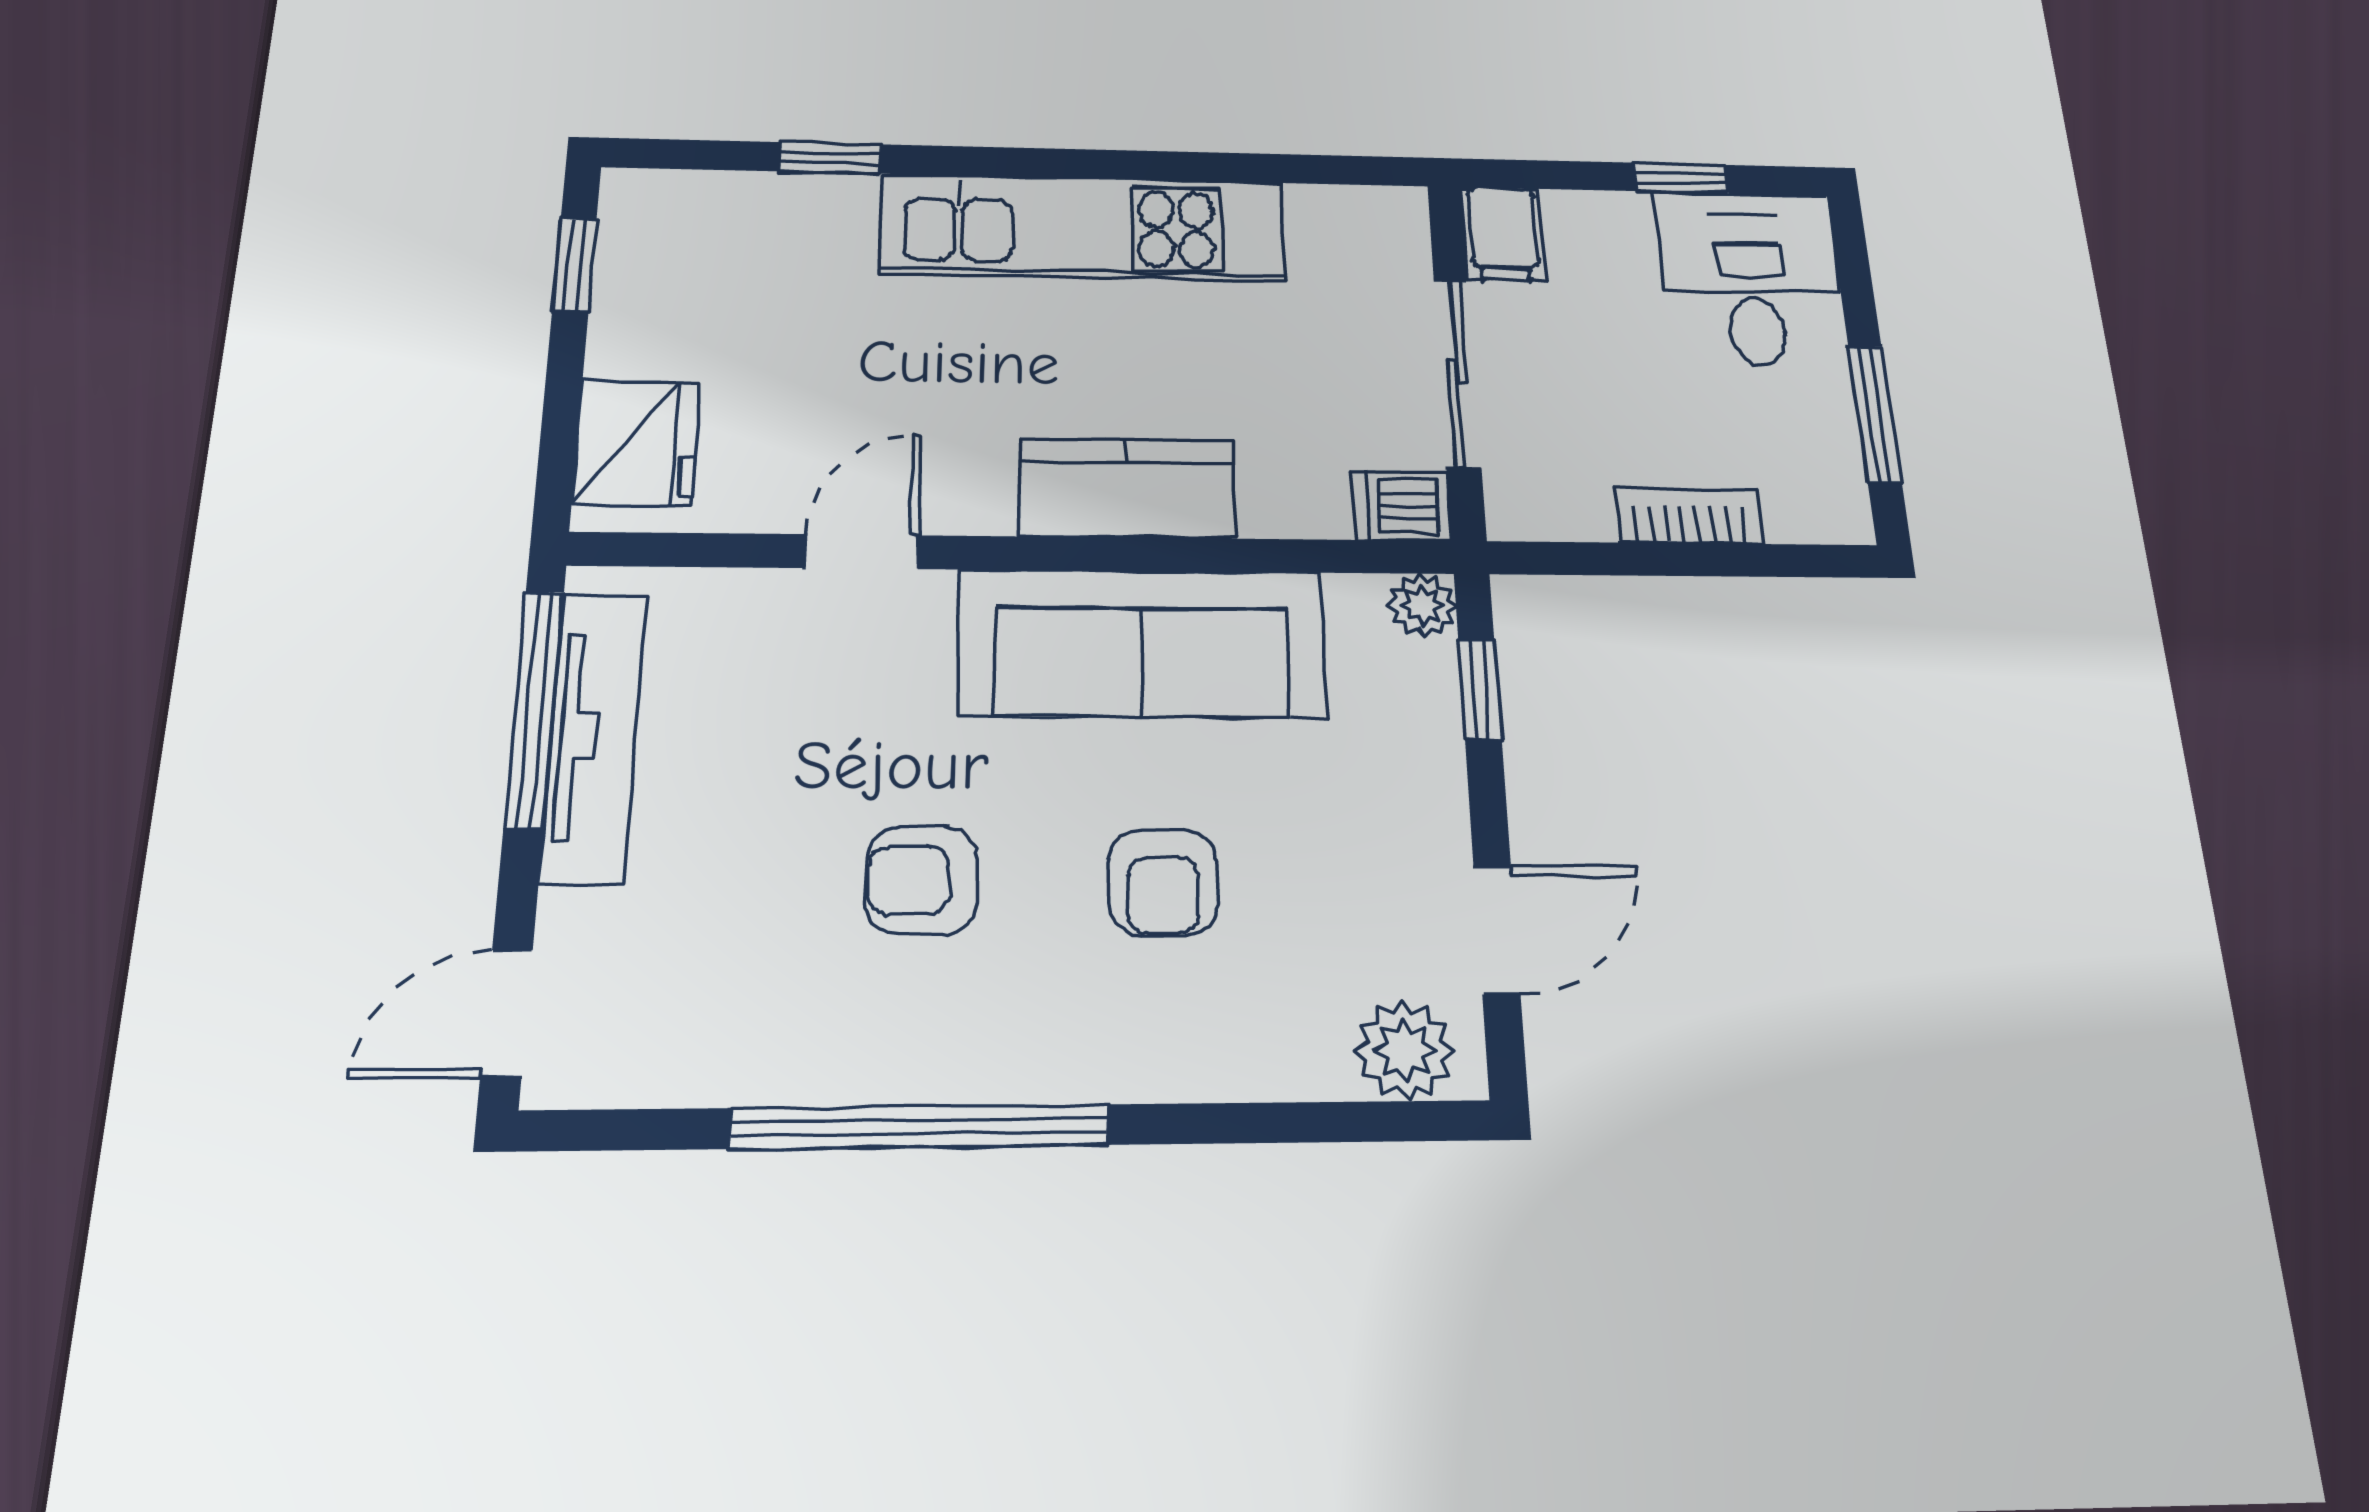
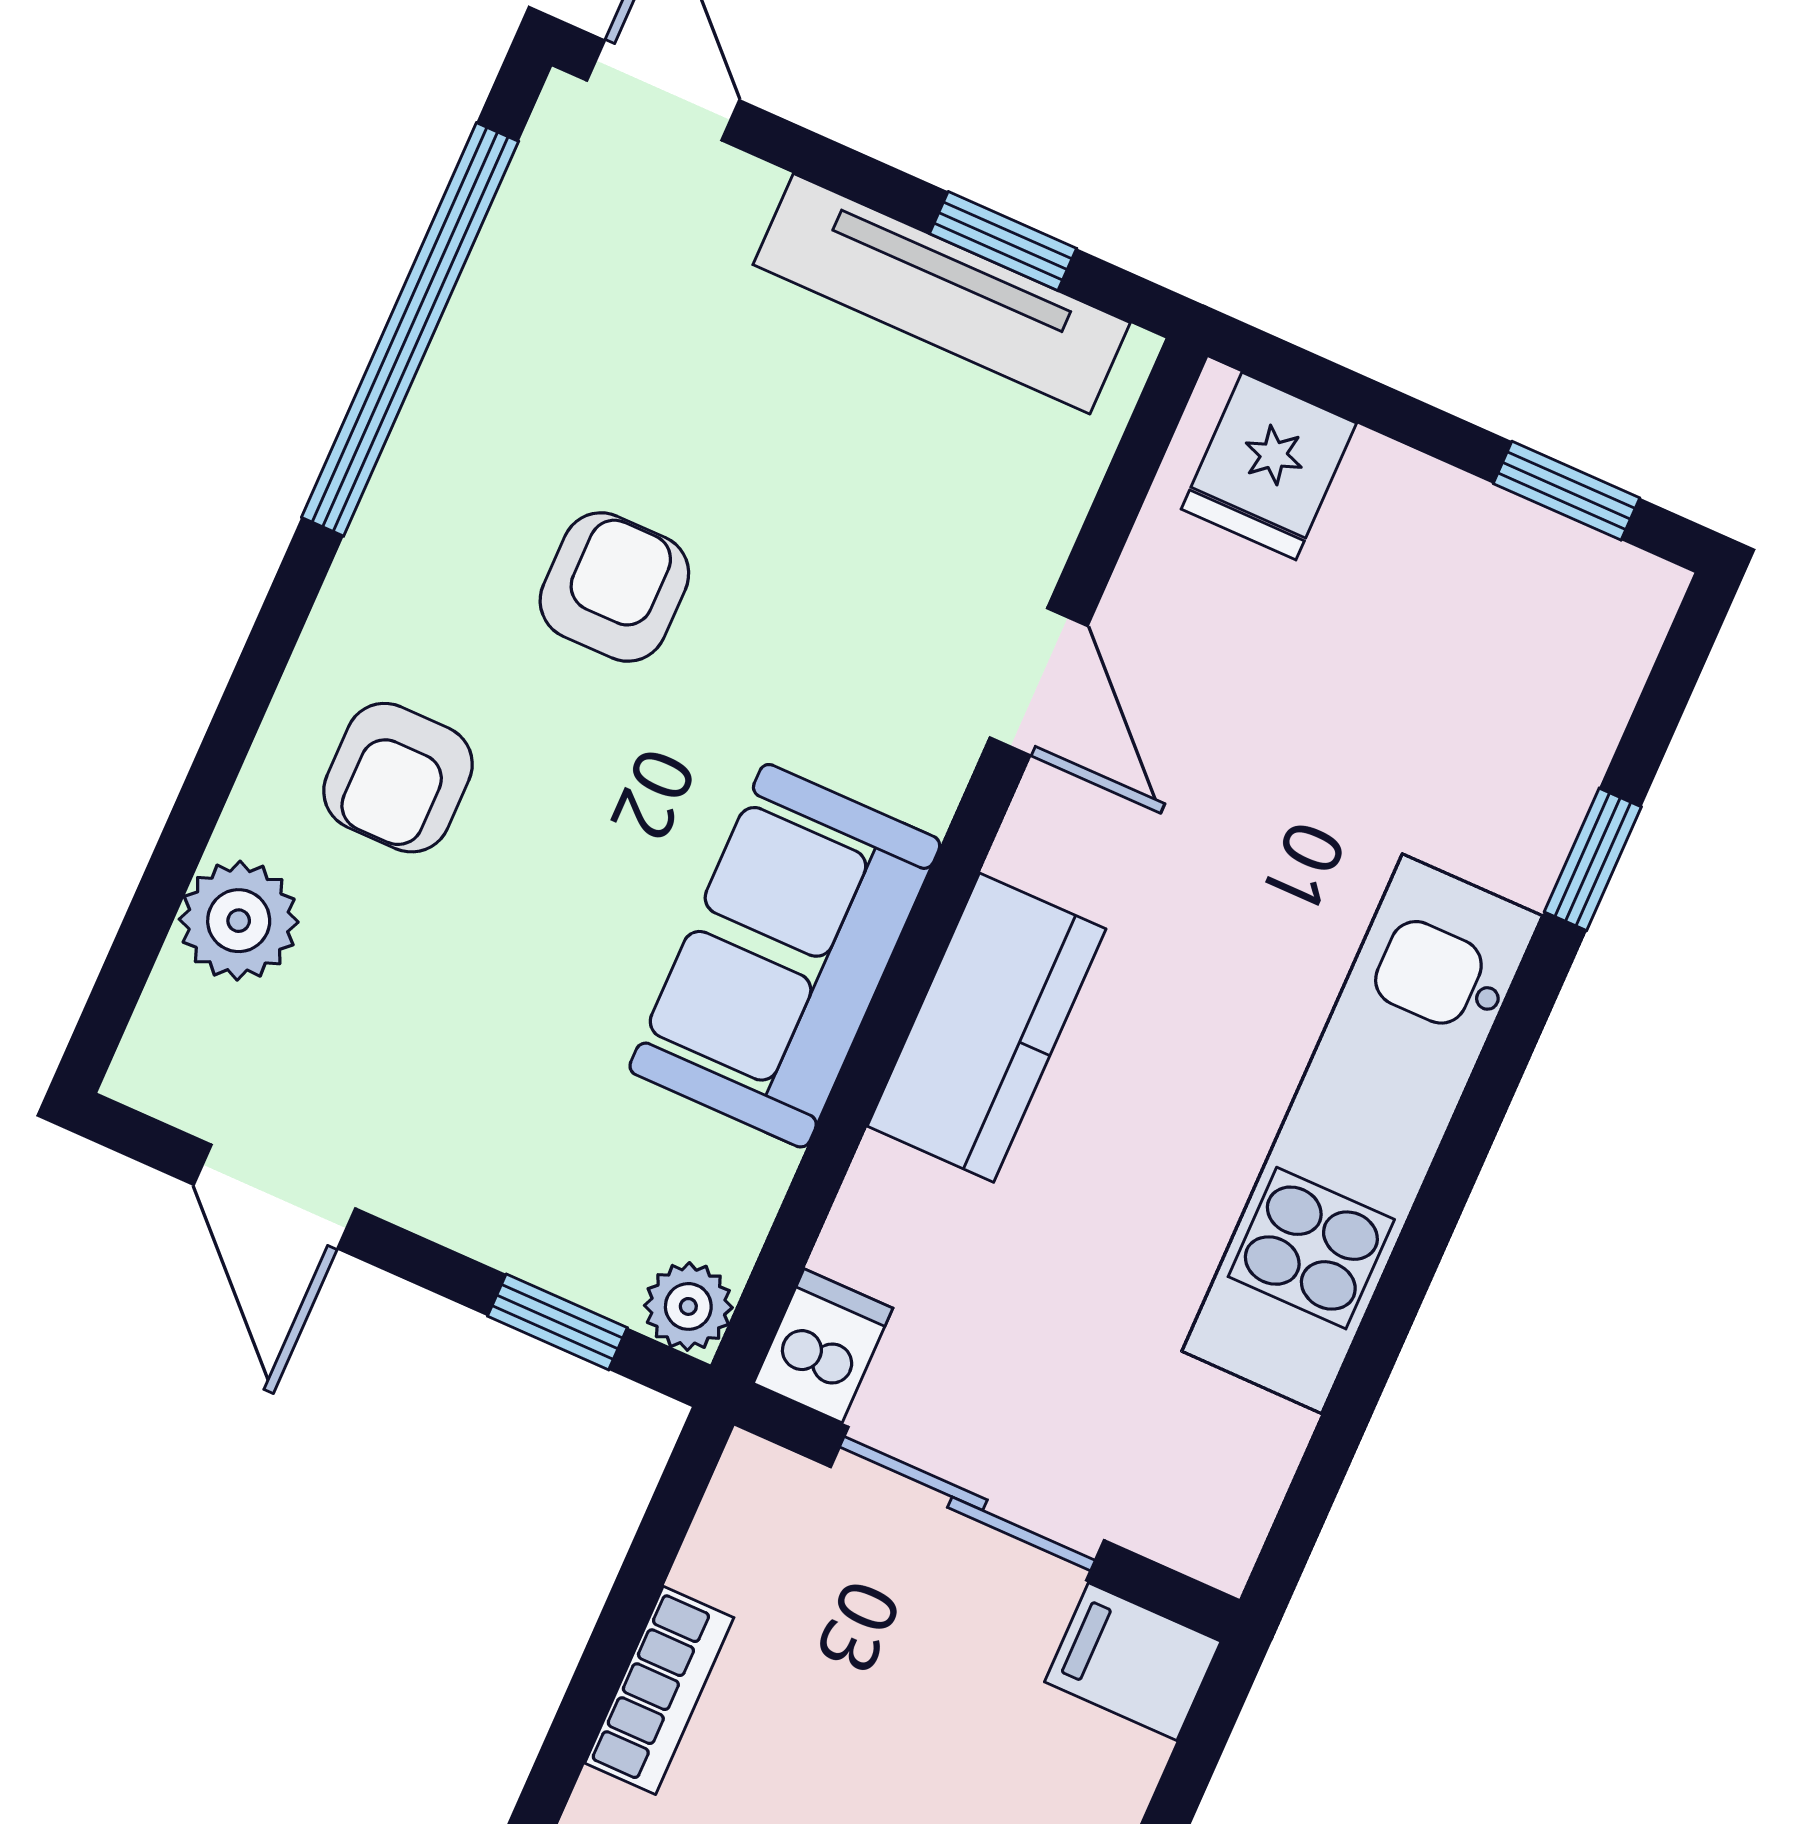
fridge: (637, 443) -> (1269, 466), width x0.72
sofa: (1142, 643) -> (785, 956), width x0.73
window: (534, 708) -> (1003, 241), width x0.46
armchair: (1163, 883) -> (398, 778), moved, turned -90
plant: (1405, 1050) -> (239, 921), moved
window: (920, 1127) -> (410, 329), moved

